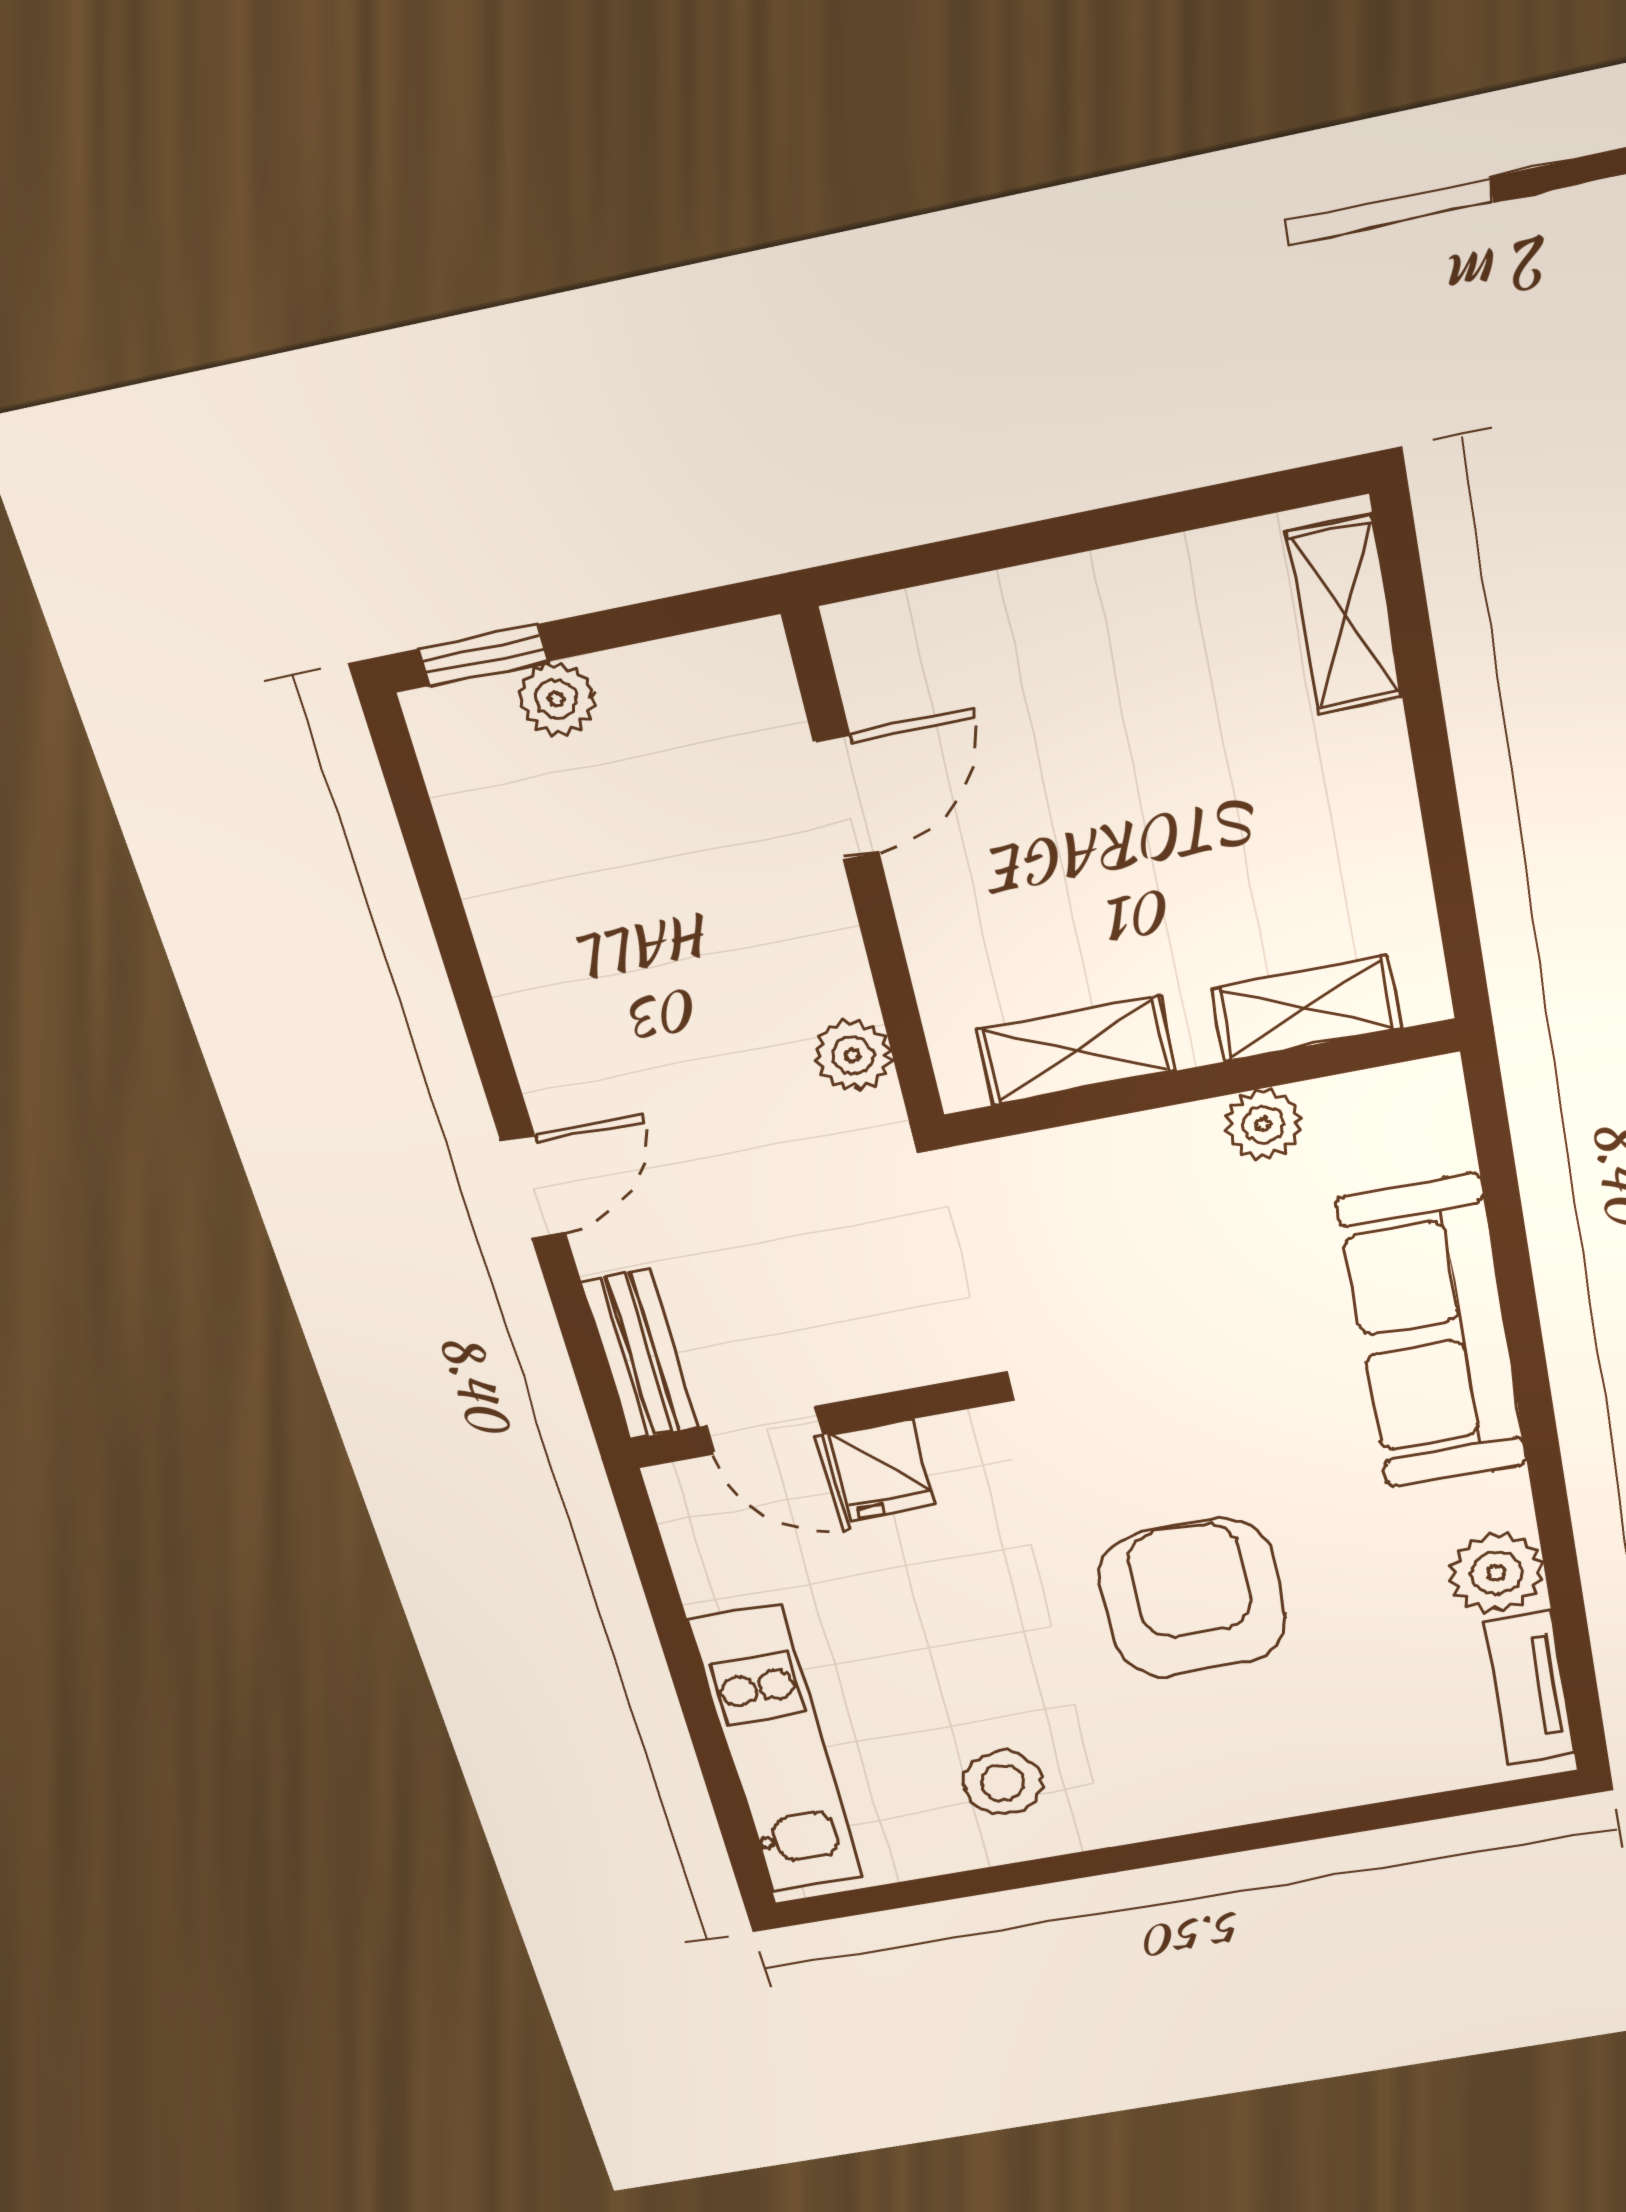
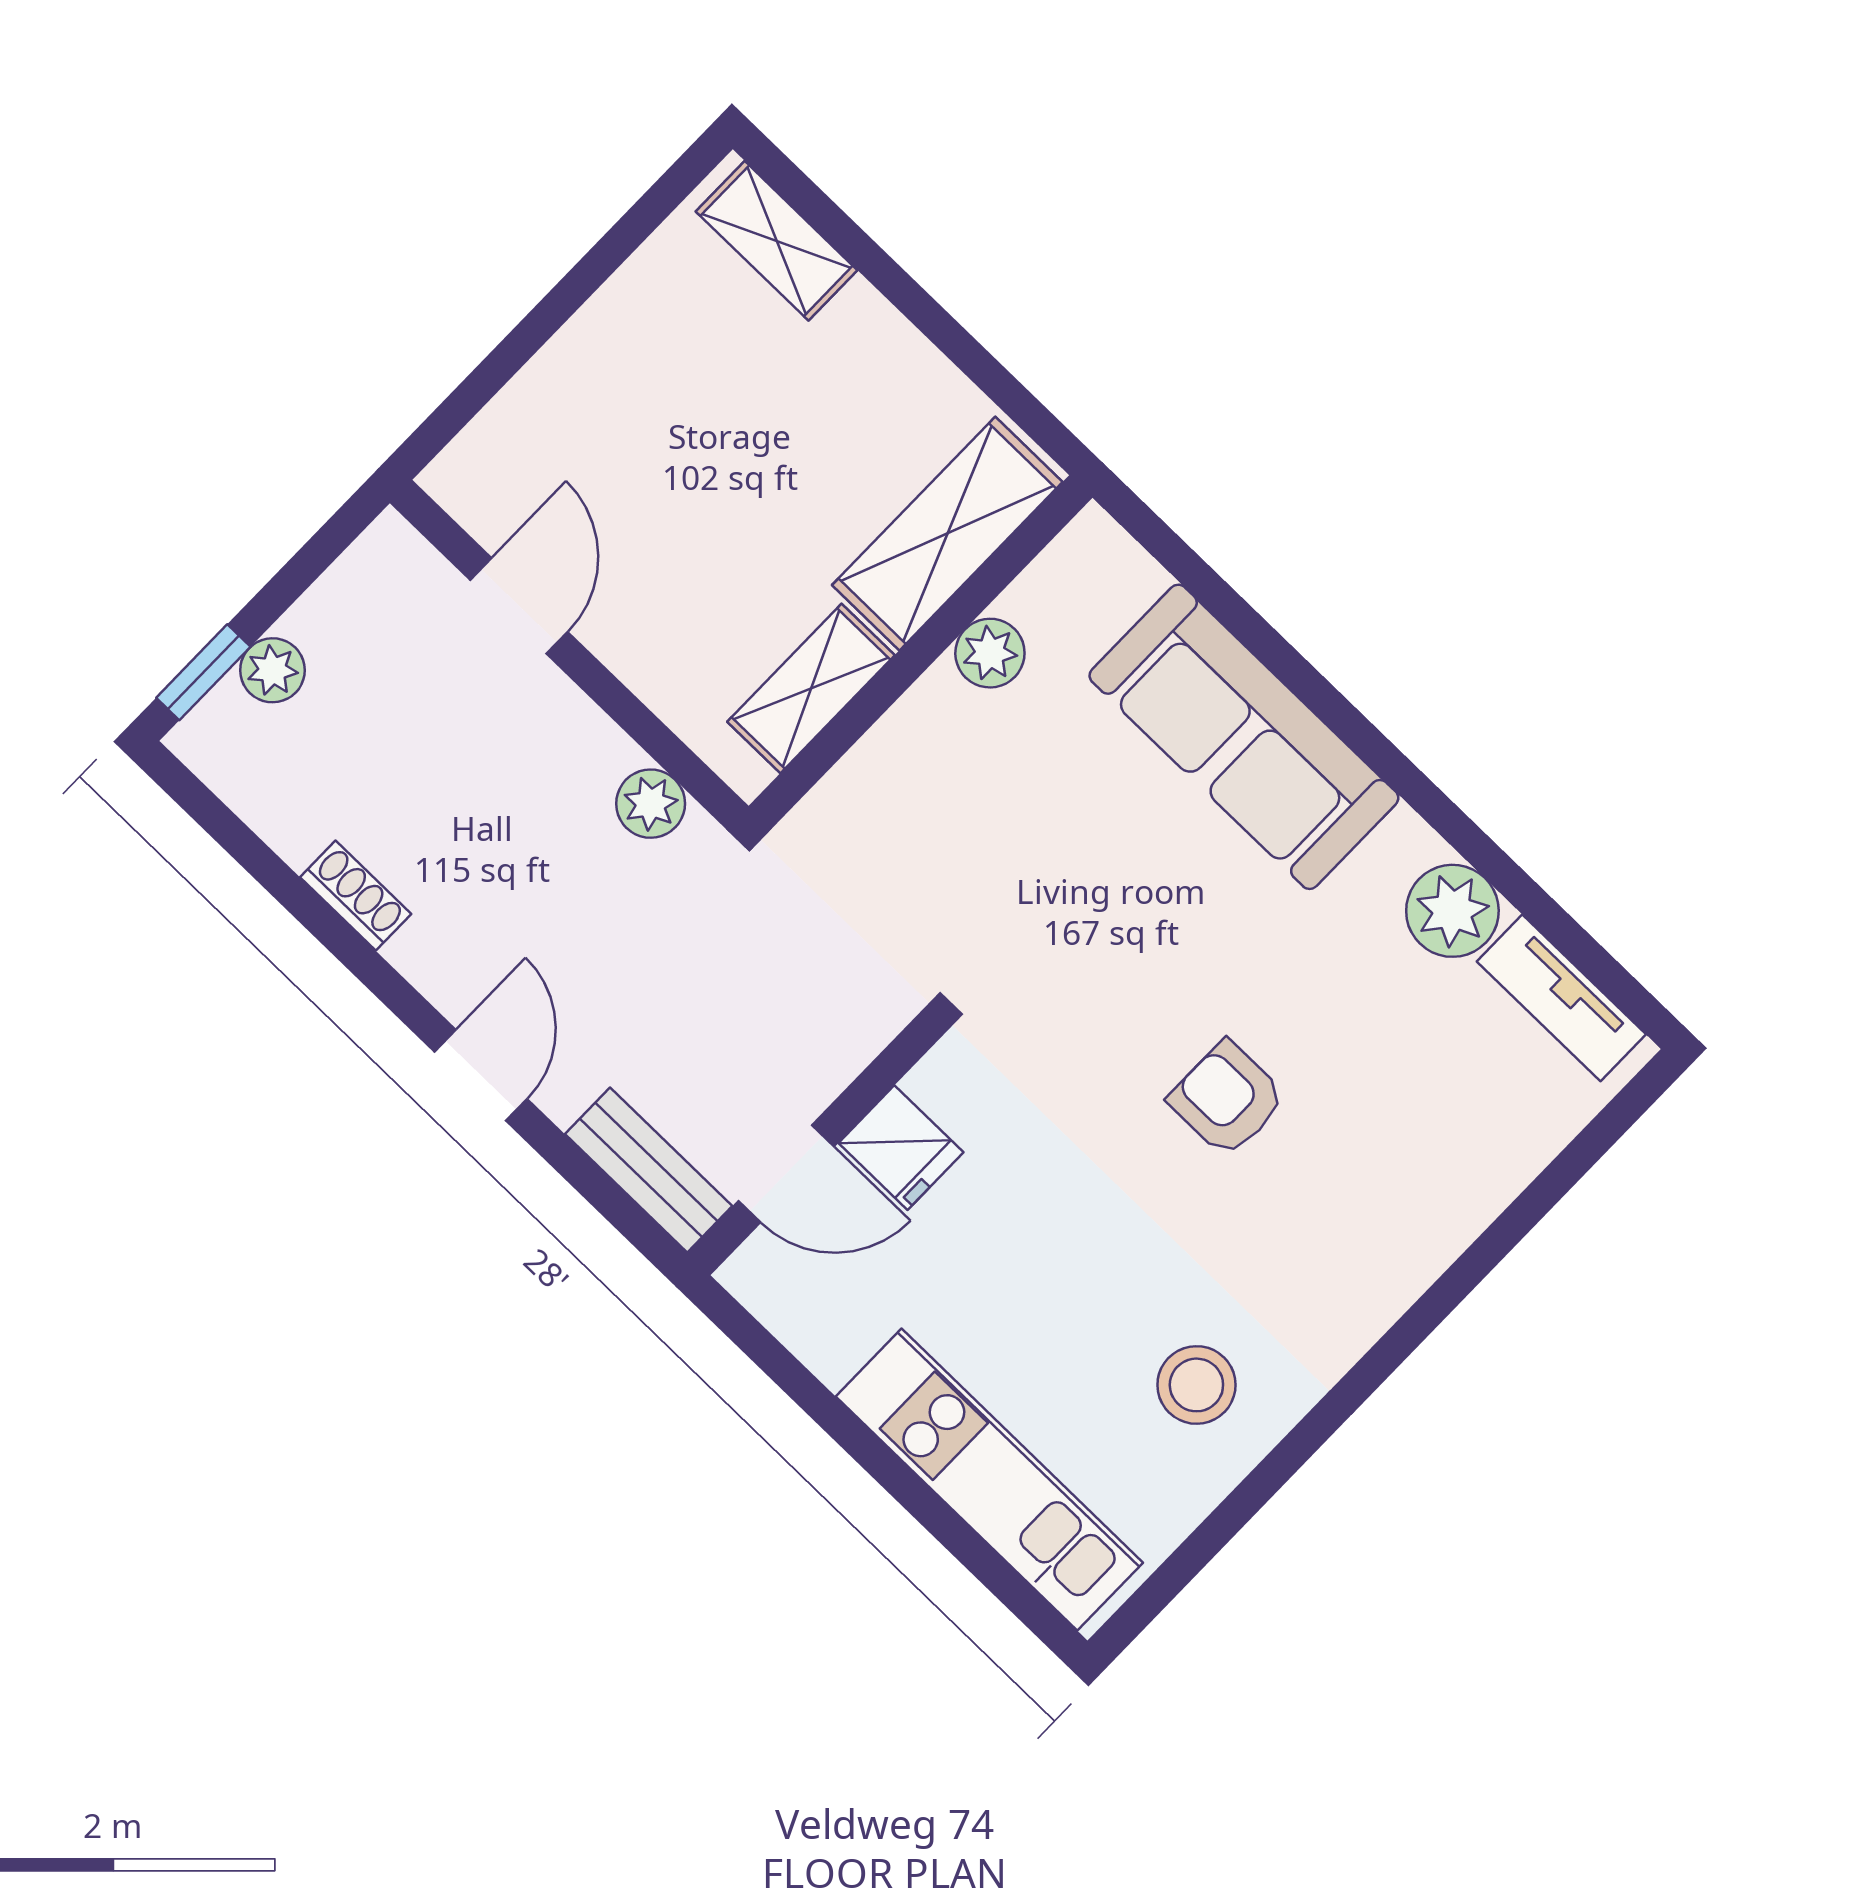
shoe rack: (510, 960) -> (356, 896), added
shelving: (1306, 1009) -> (947, 534), width x1.50, depth x1.33
armchair: (1193, 1598) -> (1227, 1099), width x0.53, depth x0.53

